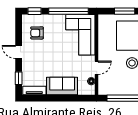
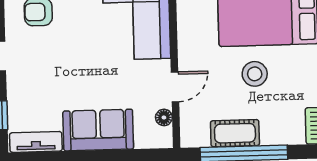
cot: (123, 89) -> (235, 133), added

